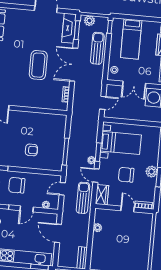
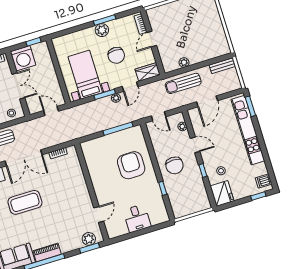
coffee table: (38, 65) -> (25, 202), moved
armchair: (31, 150) -> (131, 165), width x1.88, depth x1.88
sun lounger: (83, 198) -> (183, 83), moved

